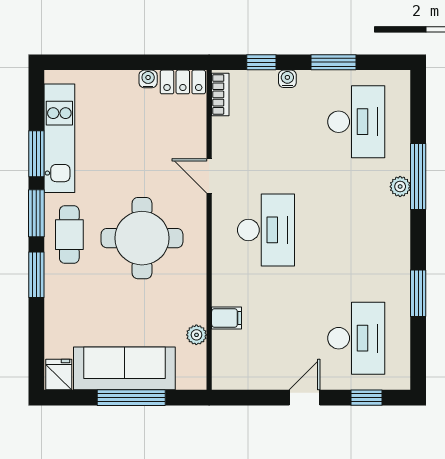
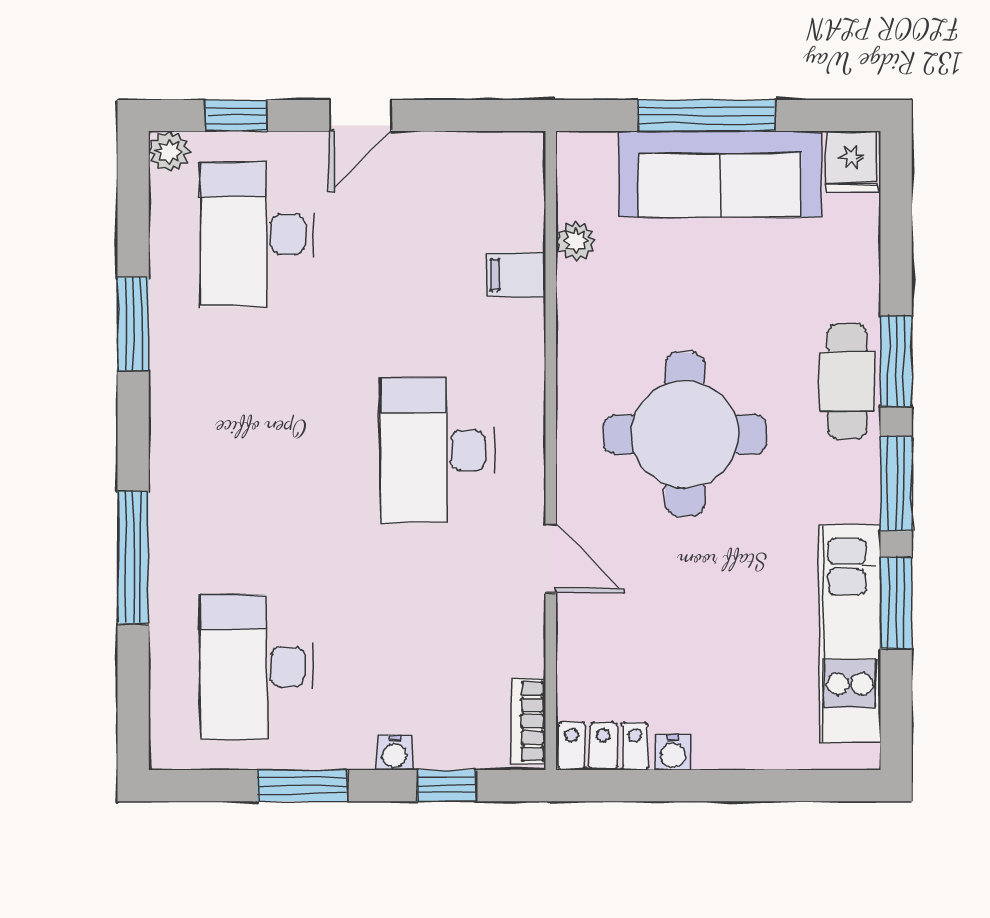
plant: (400, 187) -> (169, 152), moved
cafe table: (69, 235) -> (847, 381), moved

